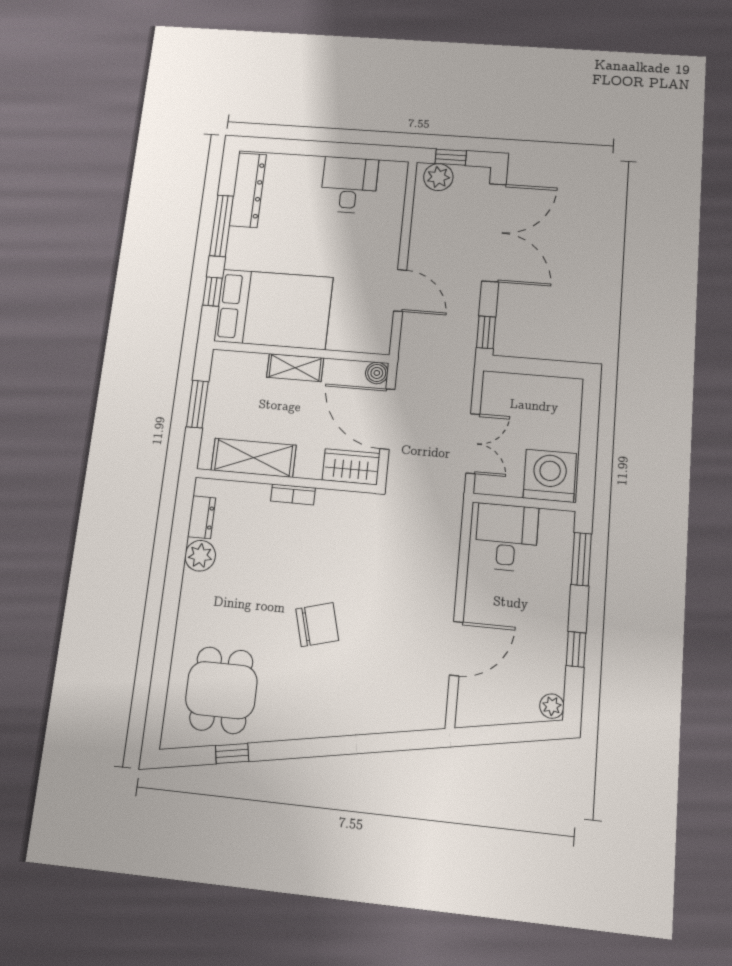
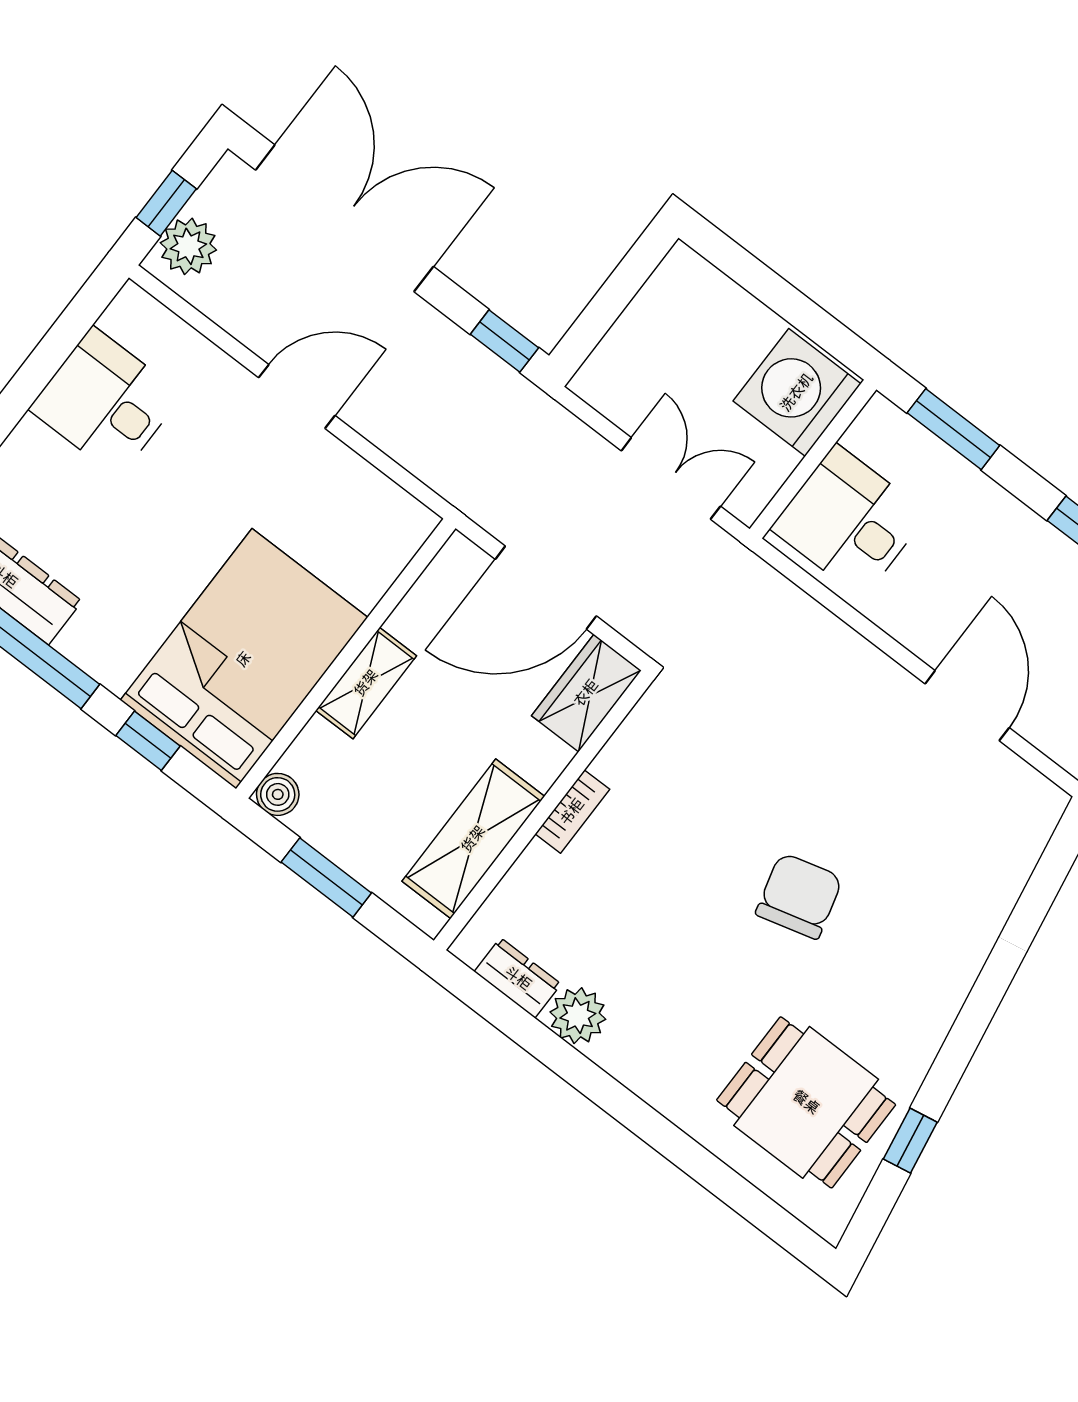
door: (400, 291) -> (297, 396), moved
boiler: (377, 373) -> (278, 794), moved

